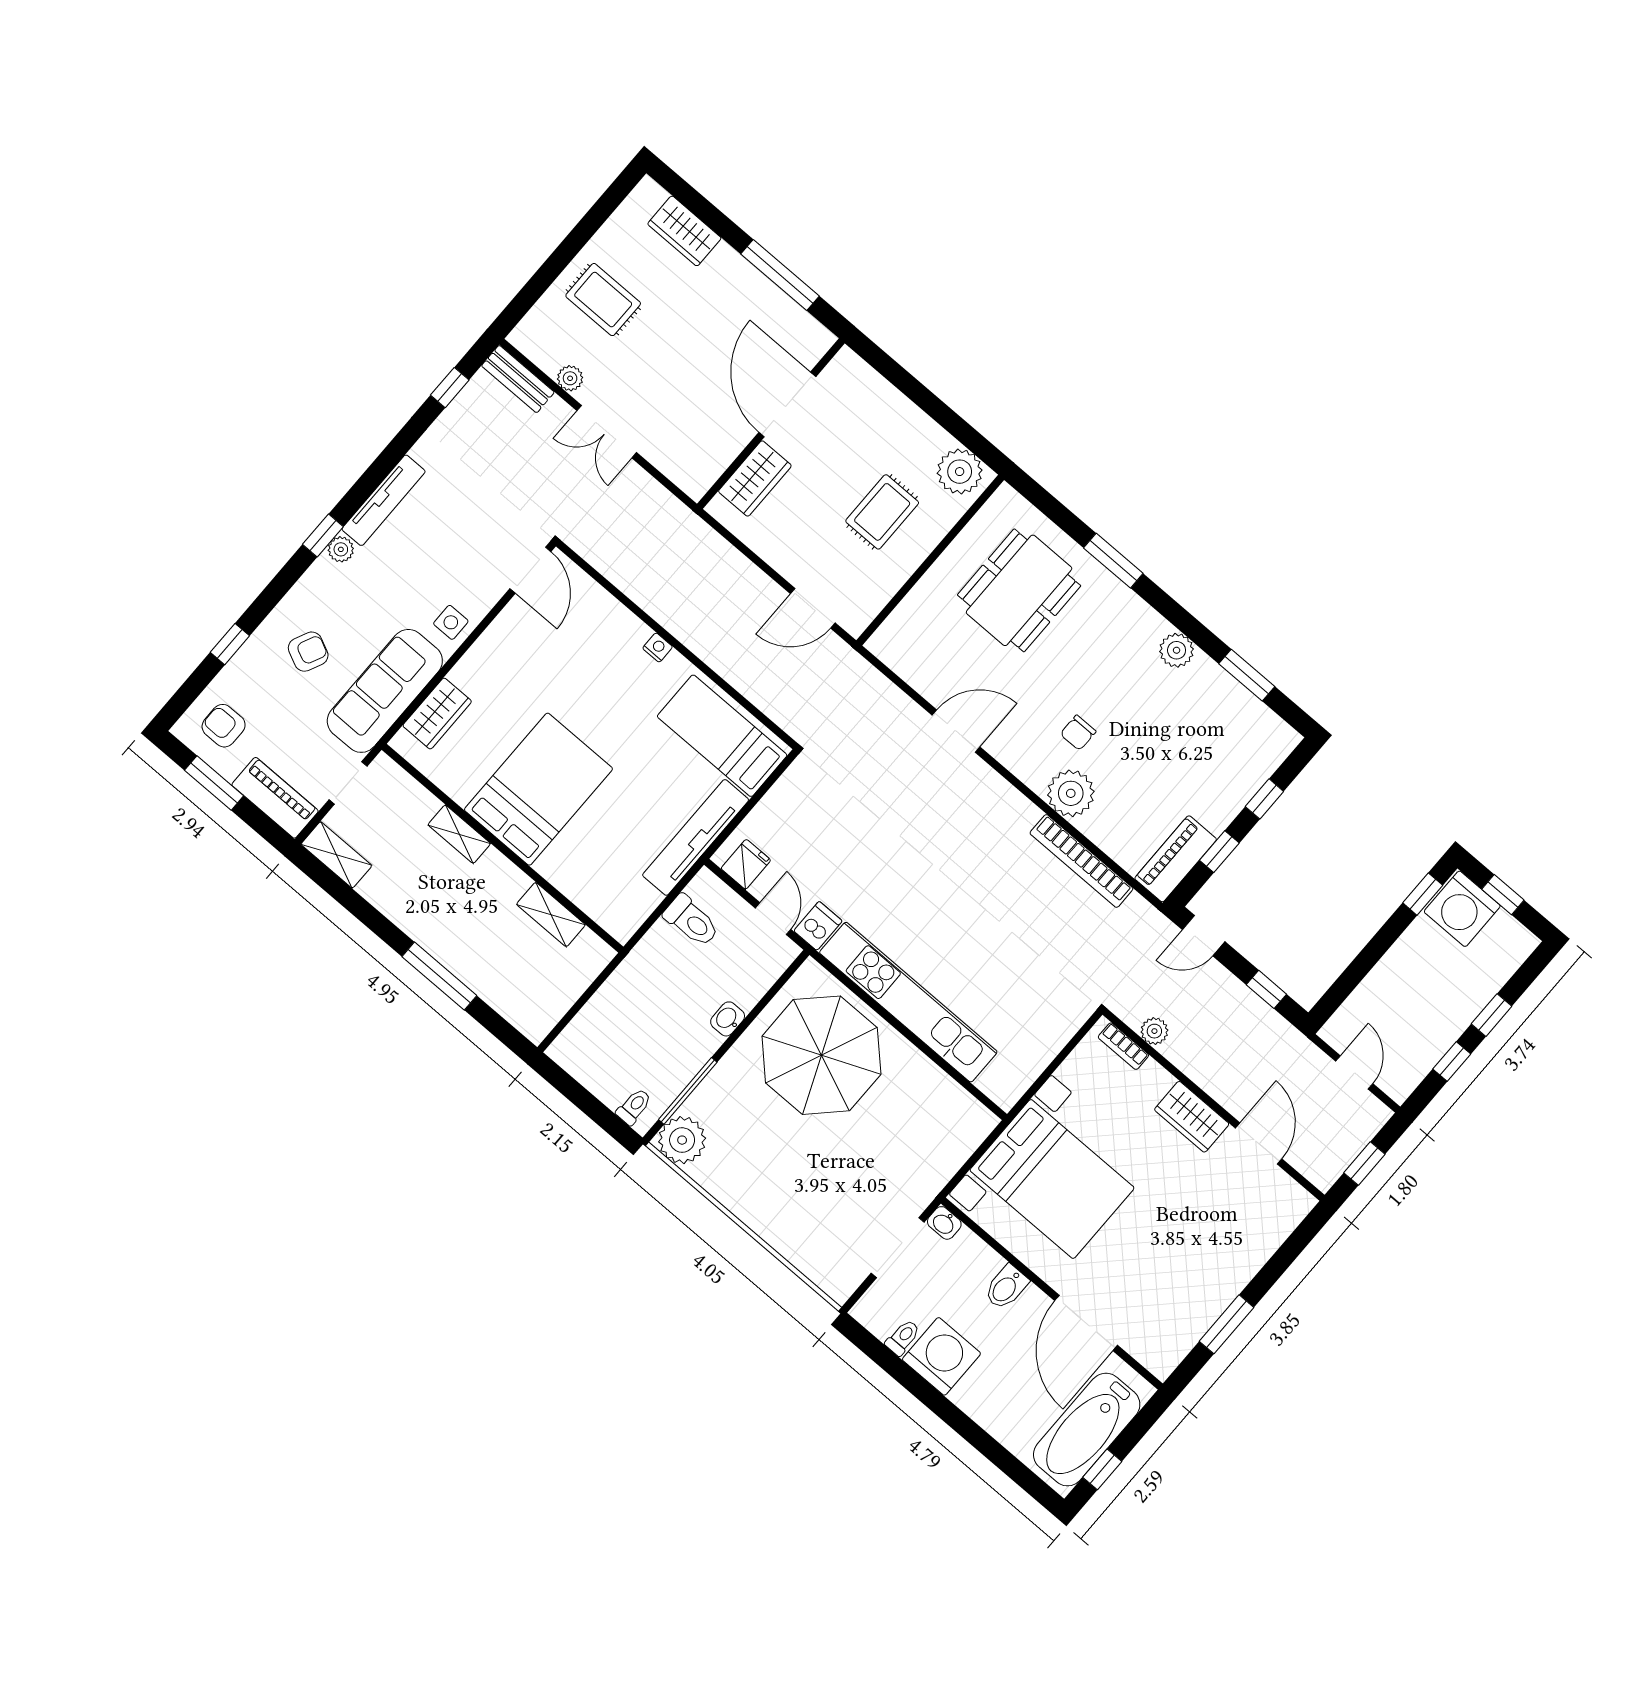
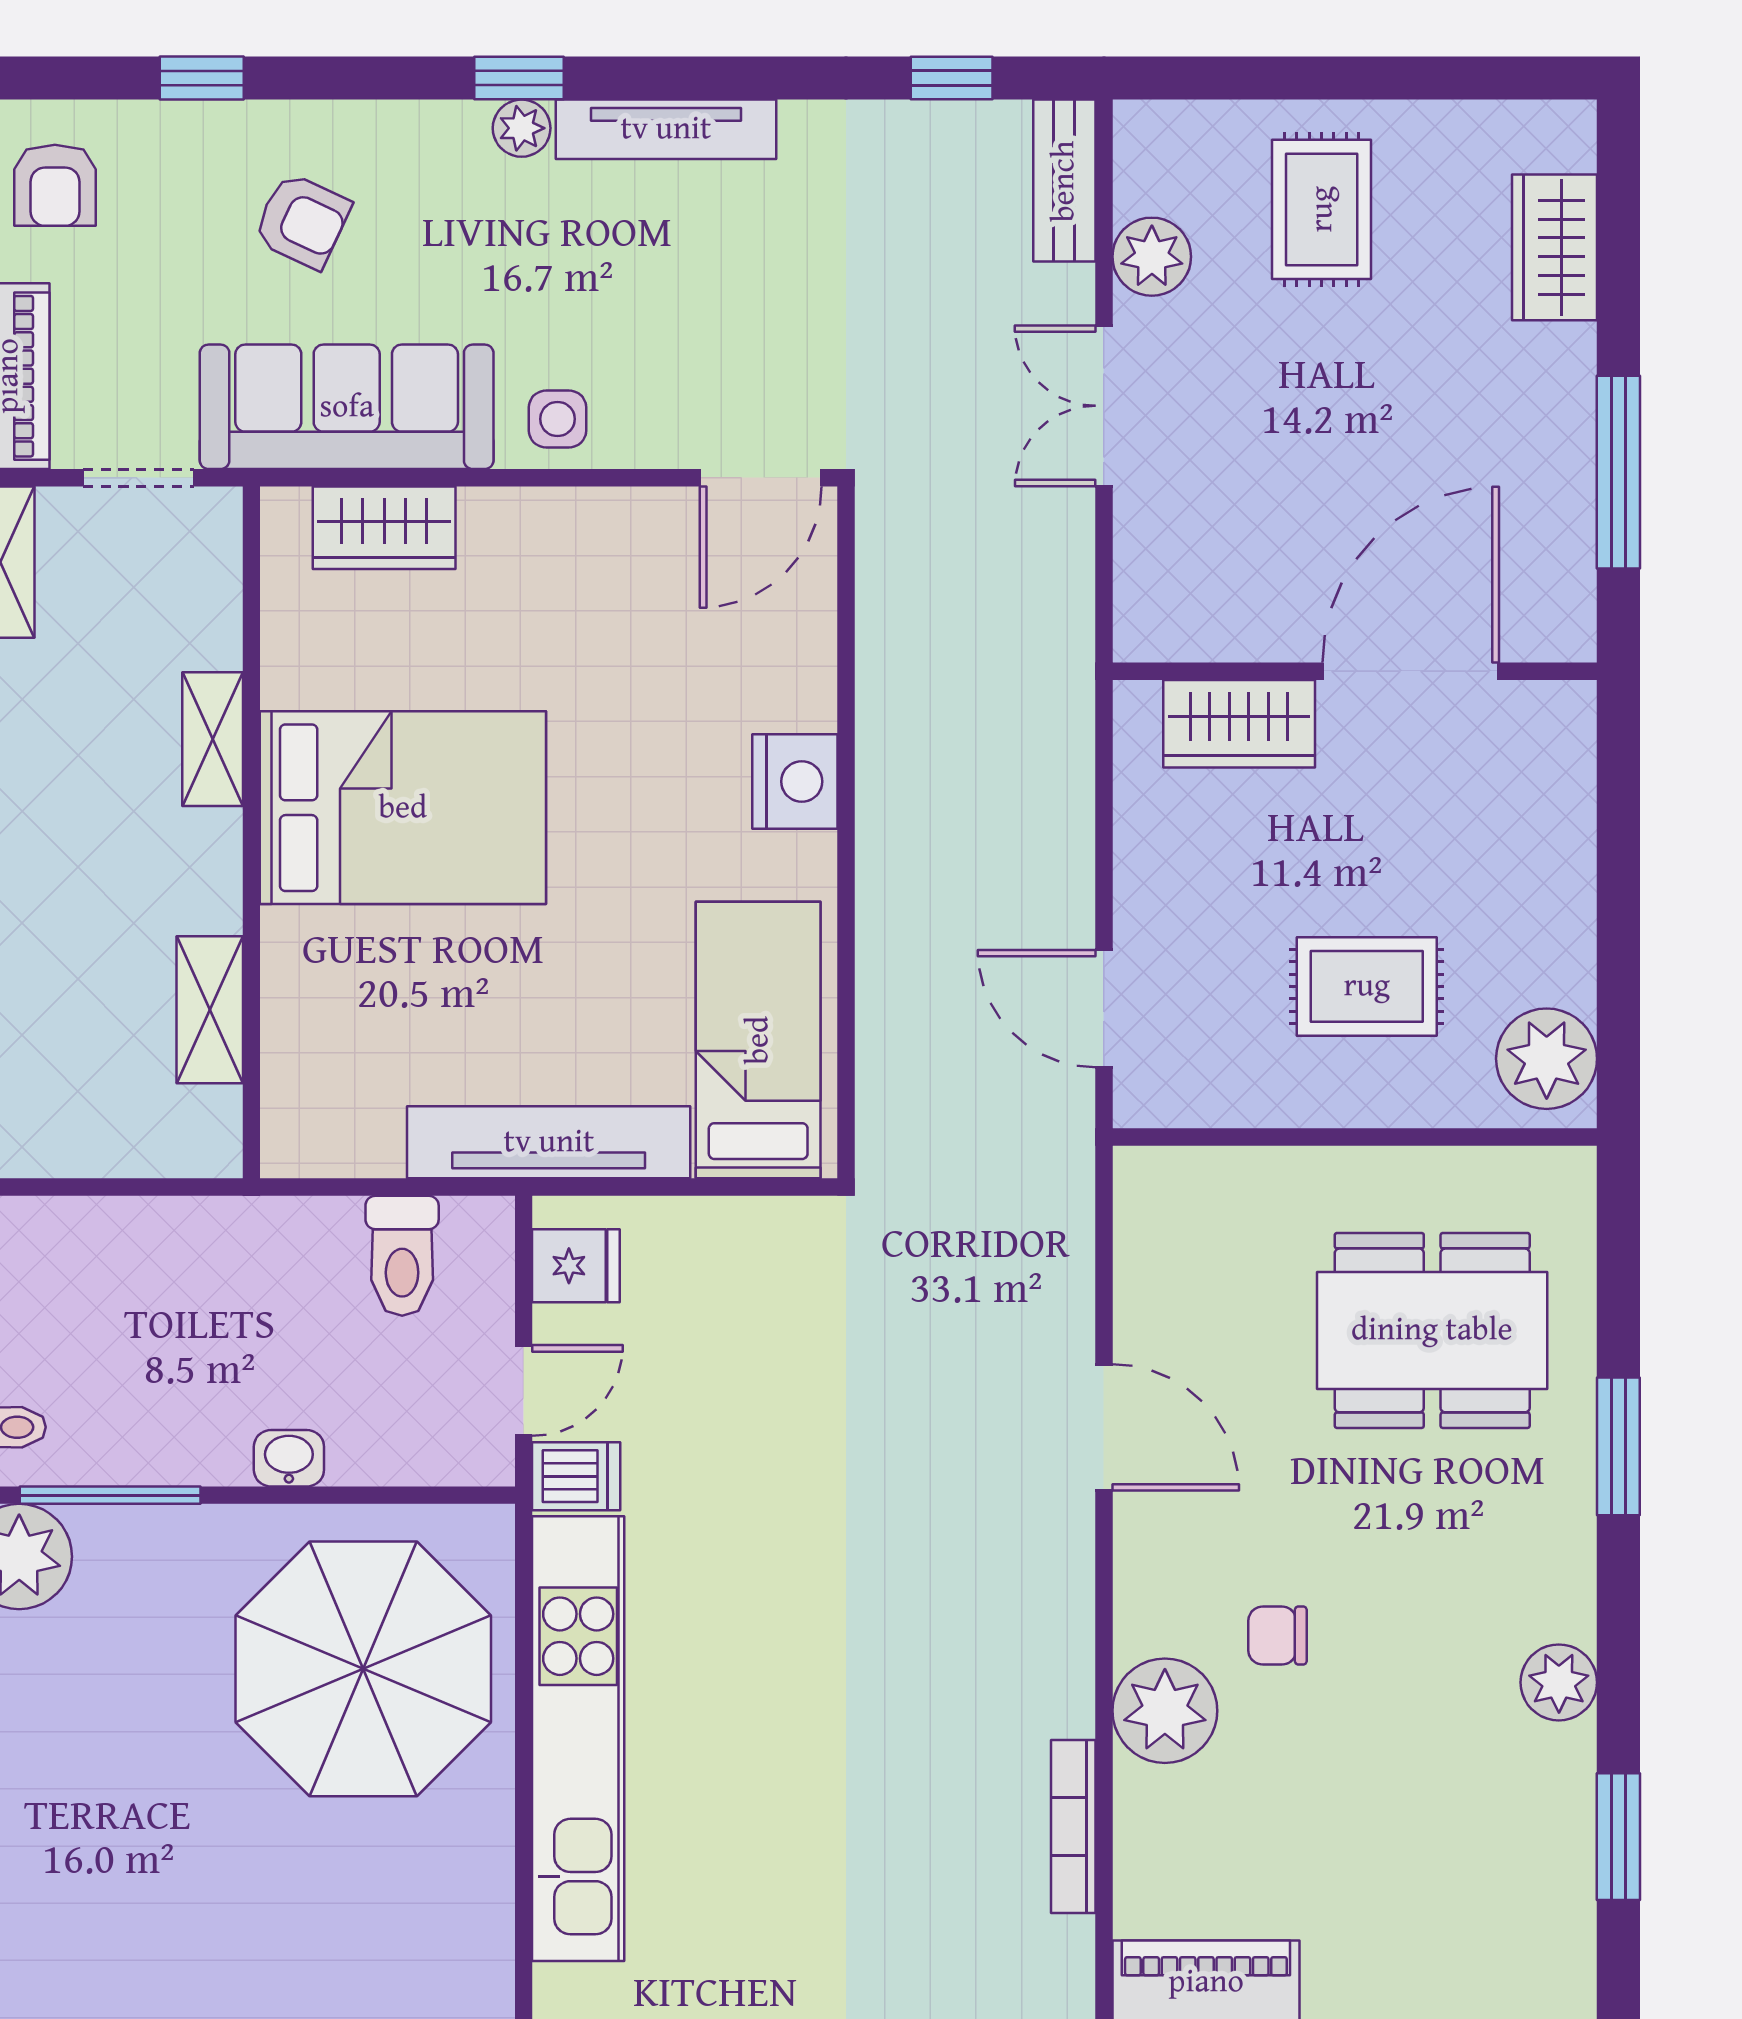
plant: (570, 378) -> (1152, 257), width x1.38, depth x1.38
nightstand: (658, 647) -> (795, 781), width x1.89, depth x1.79
armchair: (224, 726) -> (55, 185), turned 180
bookcase: (1081, 861) -> (1073, 1826), width x0.68, depth x0.76

